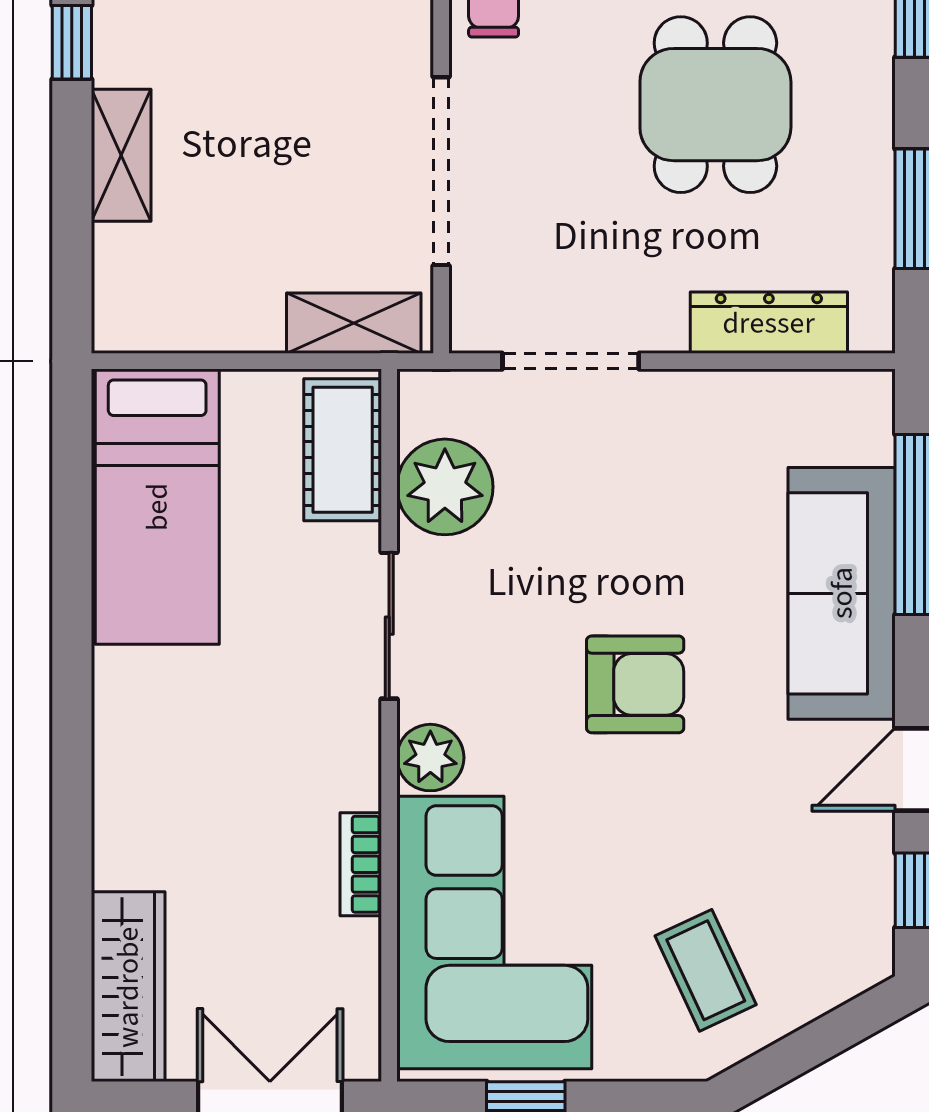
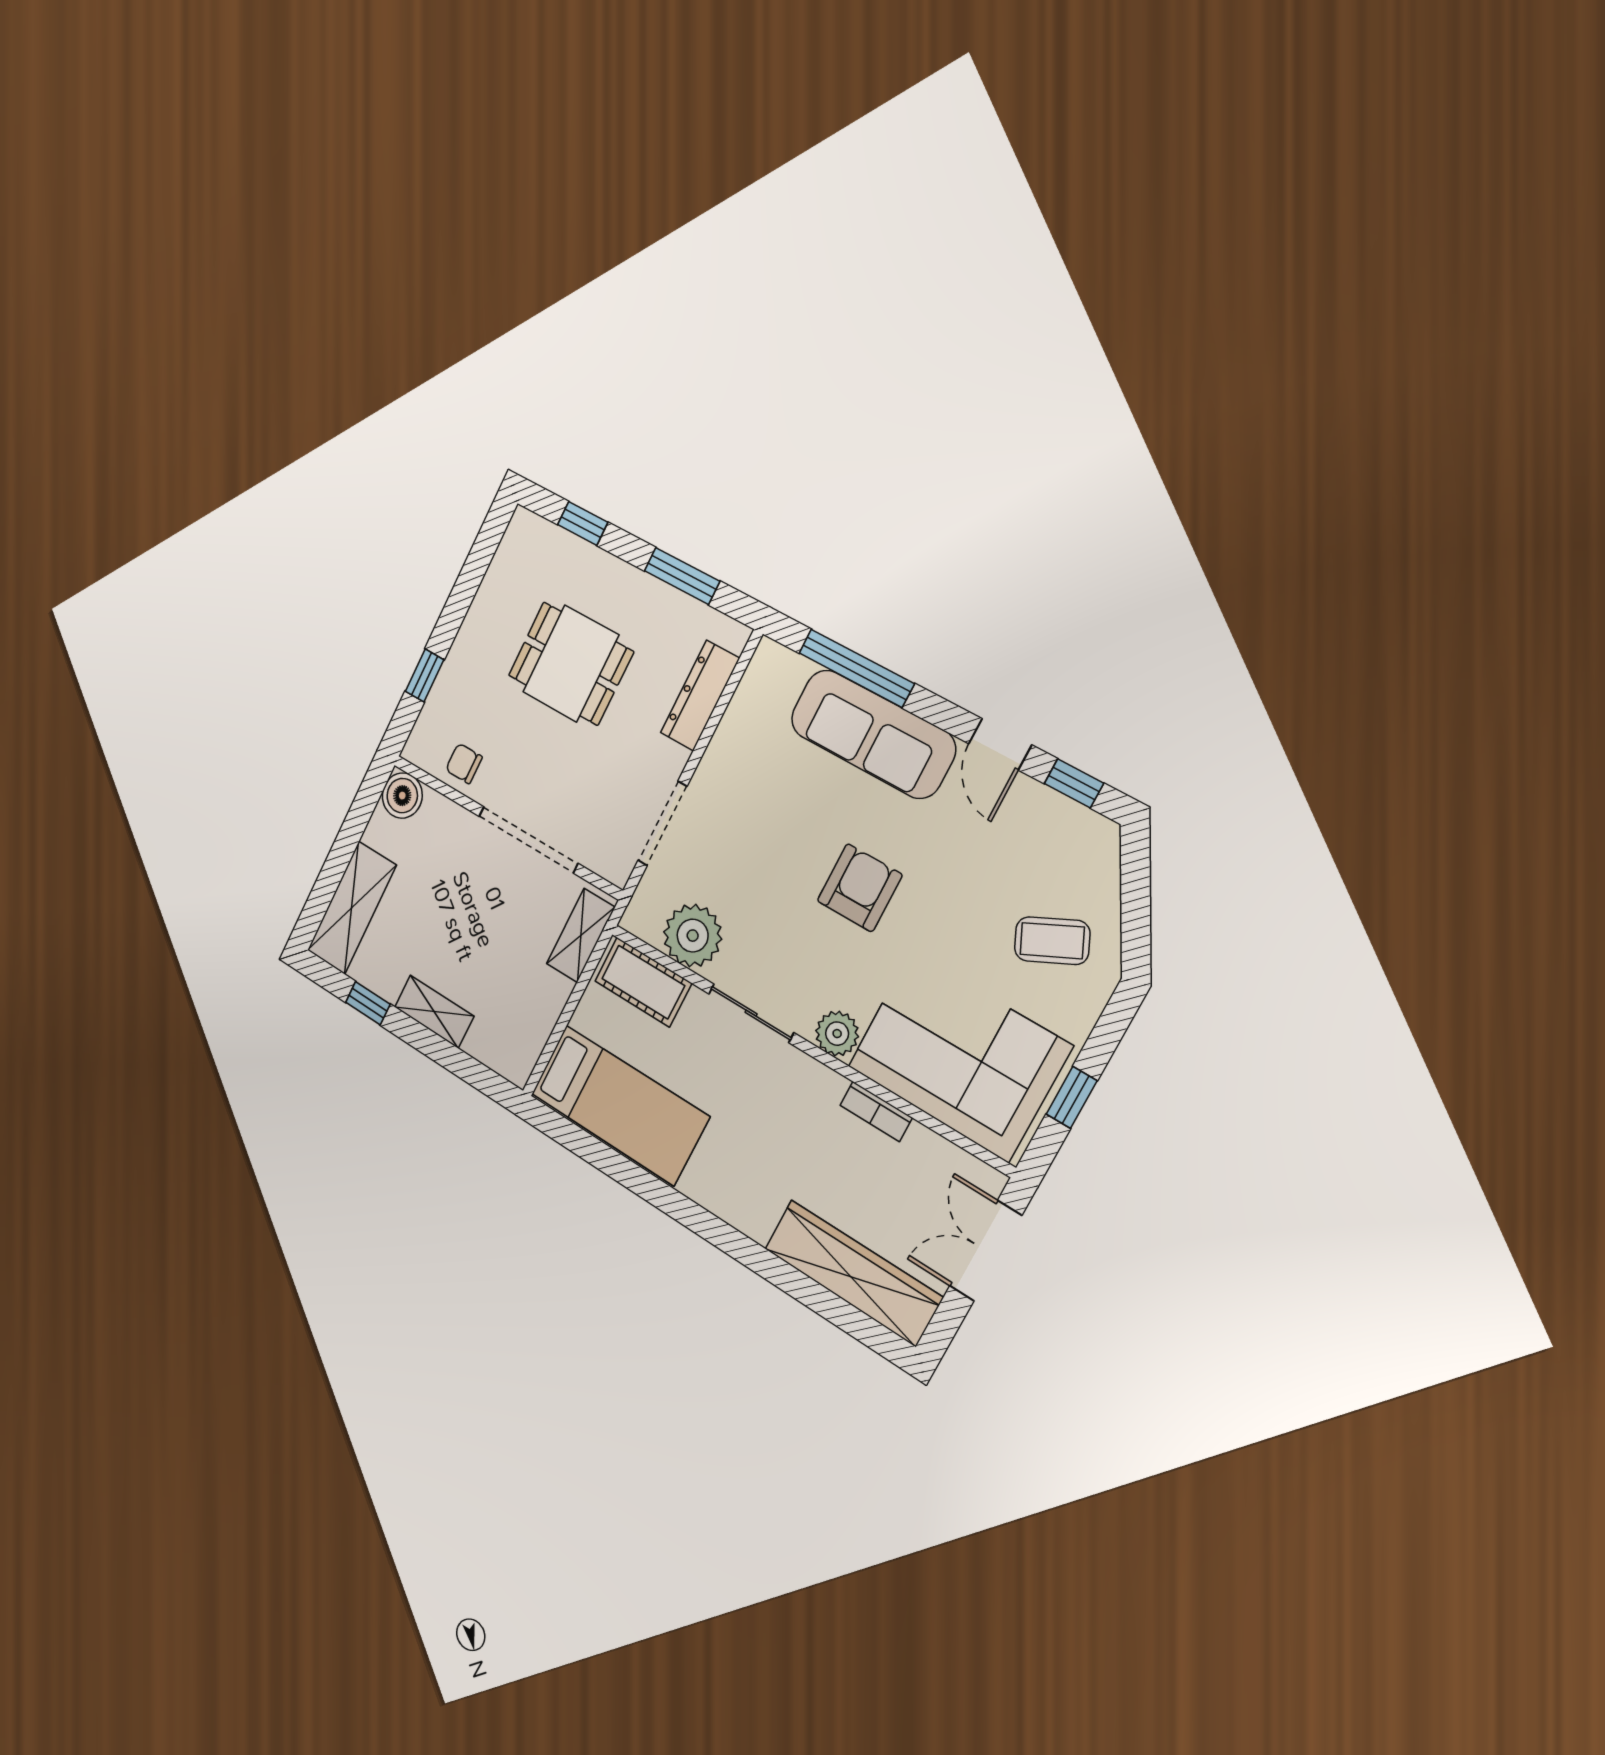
wardrobe: (128, 987) -> (853, 1273), width x1.40, depth x1.17

